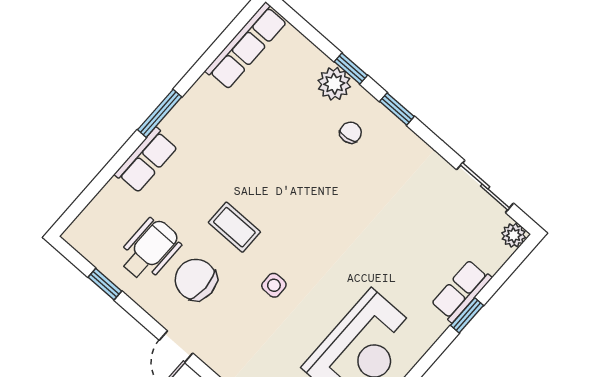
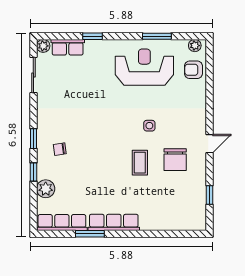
plant: (334, 84) -> (46, 189), moved
window: (160, 113) -> (90, 234), moved
row of seats: (146, 160) -> (114, 222), moved, width x1.48
wheelchair: (150, 250) -> (179, 189), removed
row of seats: (461, 291) -> (68, 47), moved

